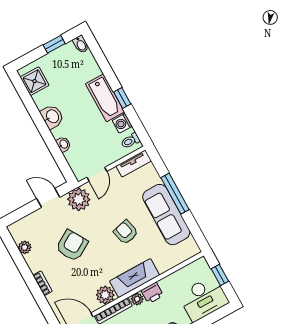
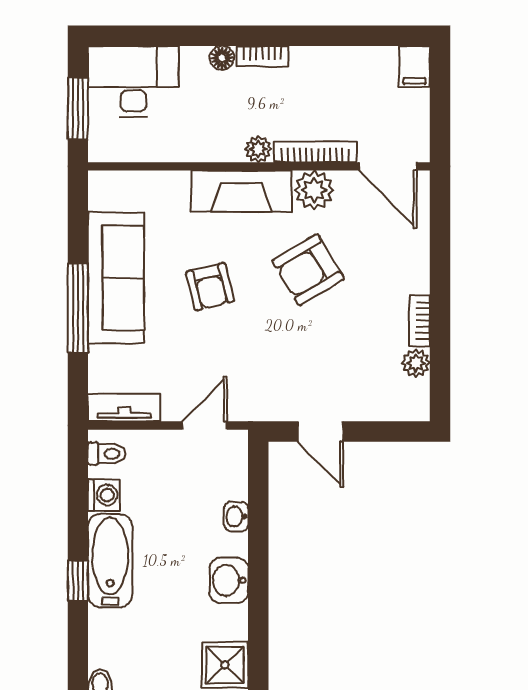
window: (122, 98) -> (78, 581), moved
plant: (79, 199) -> (264, 397), removed
armchair: (72, 246) -> (308, 270), moved
window: (220, 275) -> (78, 108), width x1.50
bookcase: (43, 283) -> (420, 321), moved
printer: (152, 293) -> (223, 145), removed

